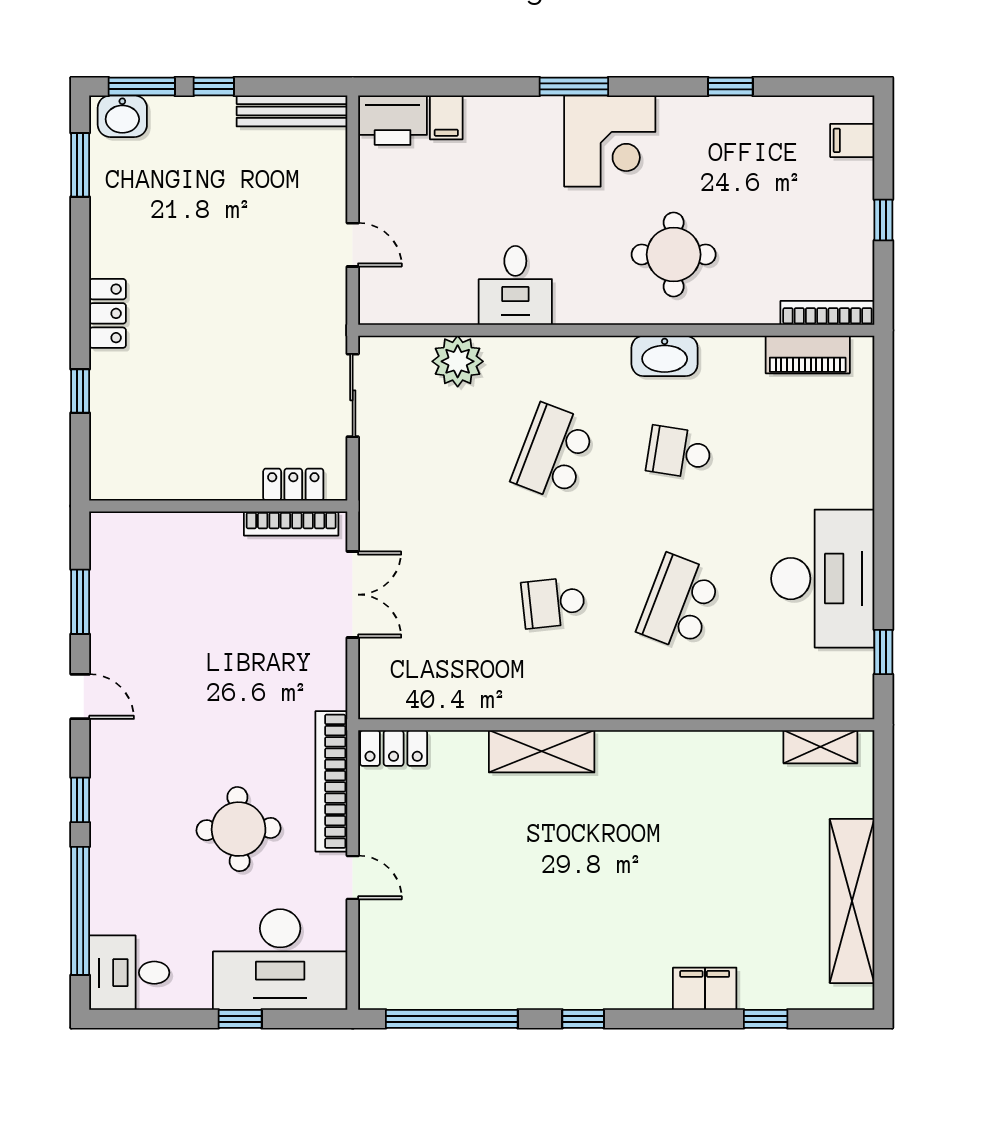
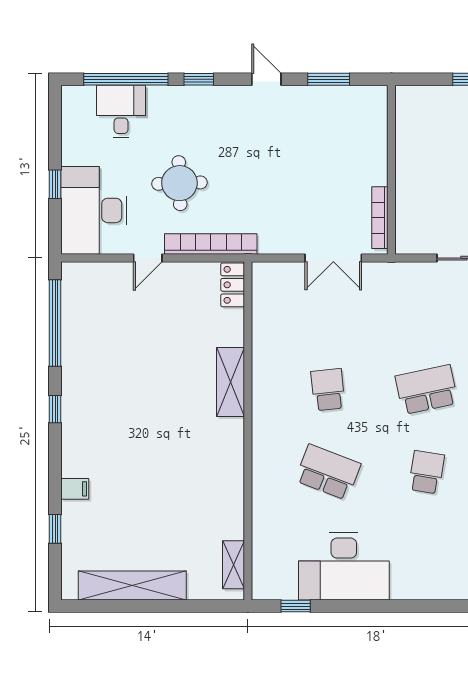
school desk: (553, 452) -> (427, 390), turned -33
locker: (293, 485) -> (405, 219), removed
door: (80, 696) -> (266, 79), swing flipped
desk: (129, 973) -> (121, 111), moved
filing cabinet: (705, 989) -> (75, 489), width x0.50

